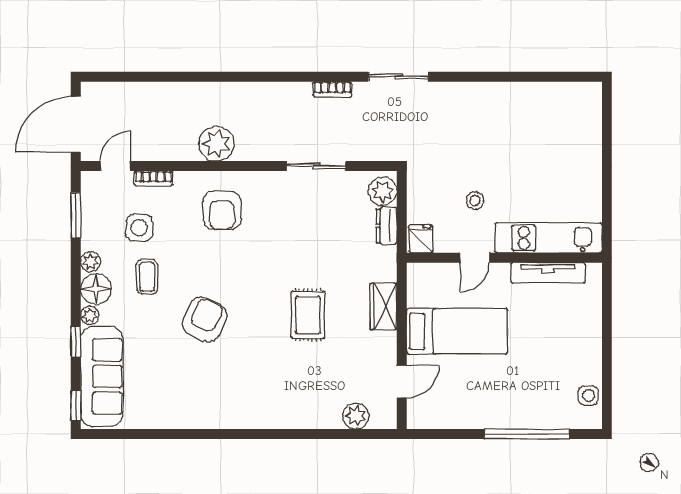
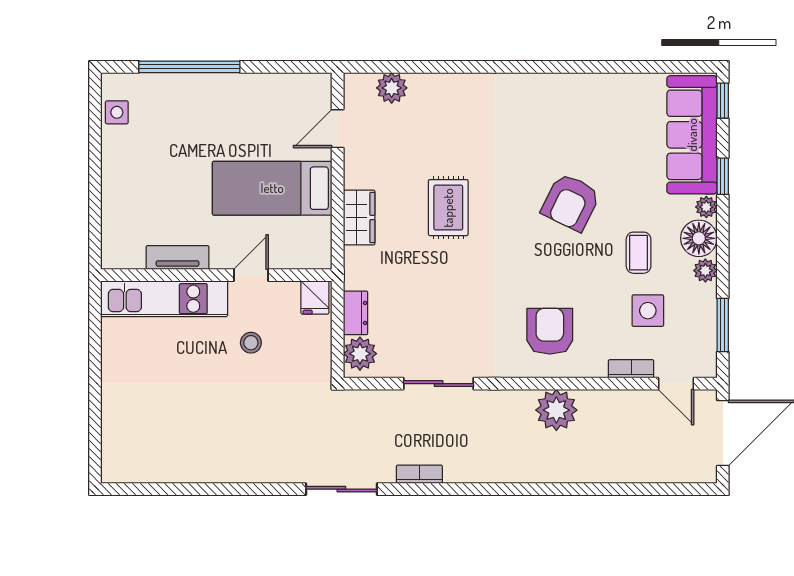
door: (115, 166) -> (676, 384), hinge flipped
tv unit: (548, 273) -> (178, 257), width x0.71

